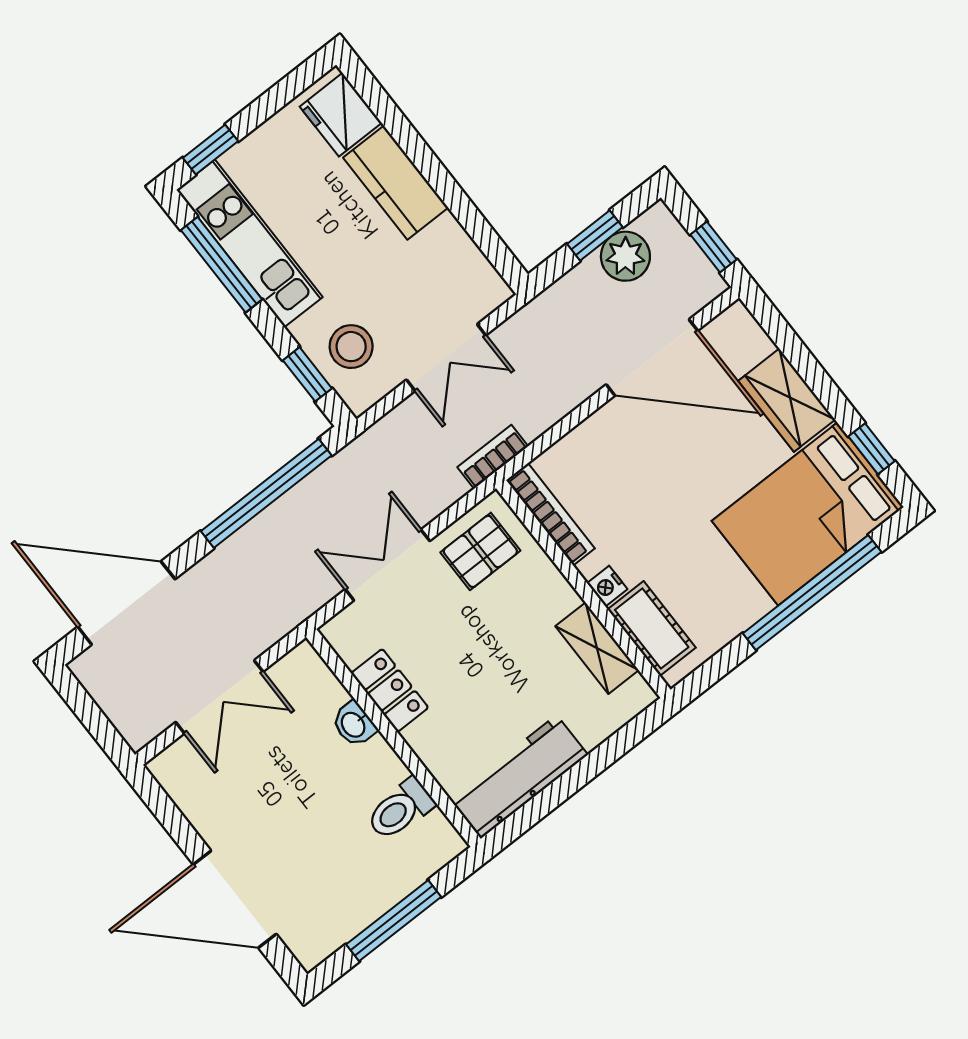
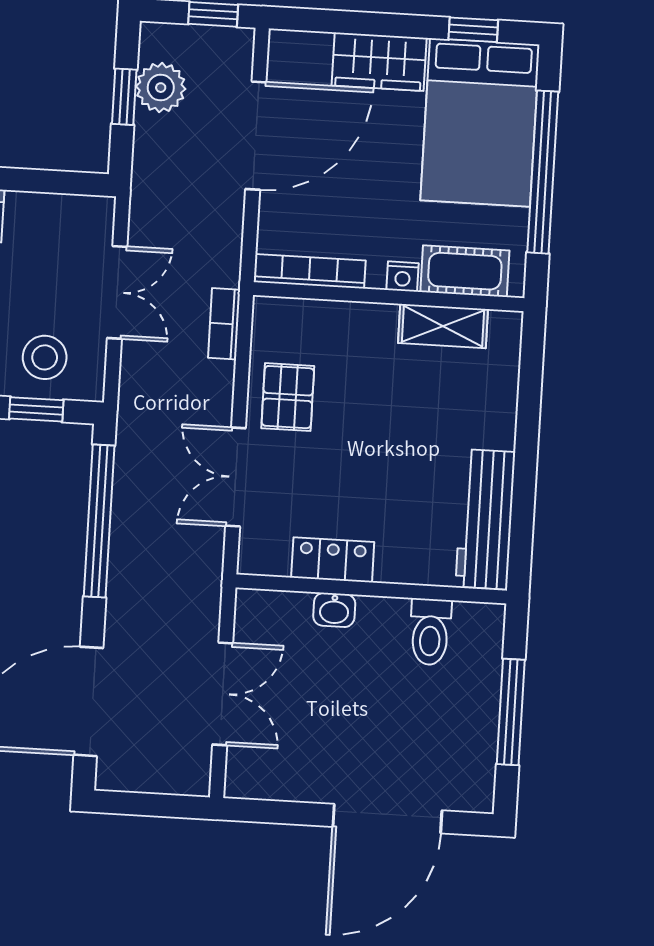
bookcase: (551, 514) -> (310, 271), moved
nightstand: (607, 586) -> (403, 277), moved
wall: (583, 589) -> (389, 297), moved
cot: (652, 628) -> (465, 271), moved
shelving: (597, 648) -> (443, 326), moved

